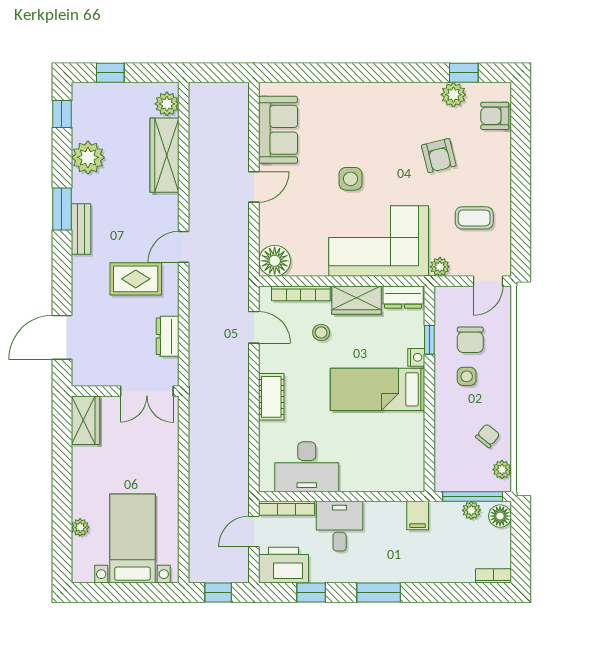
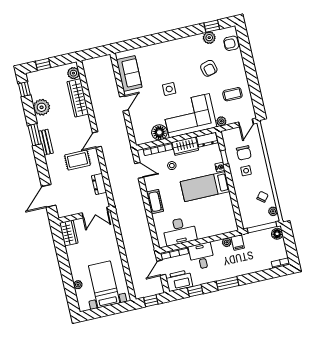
floor lamp: (275, 261) -> (159, 132), moved
plant: (471, 510) -> (227, 242), moved

